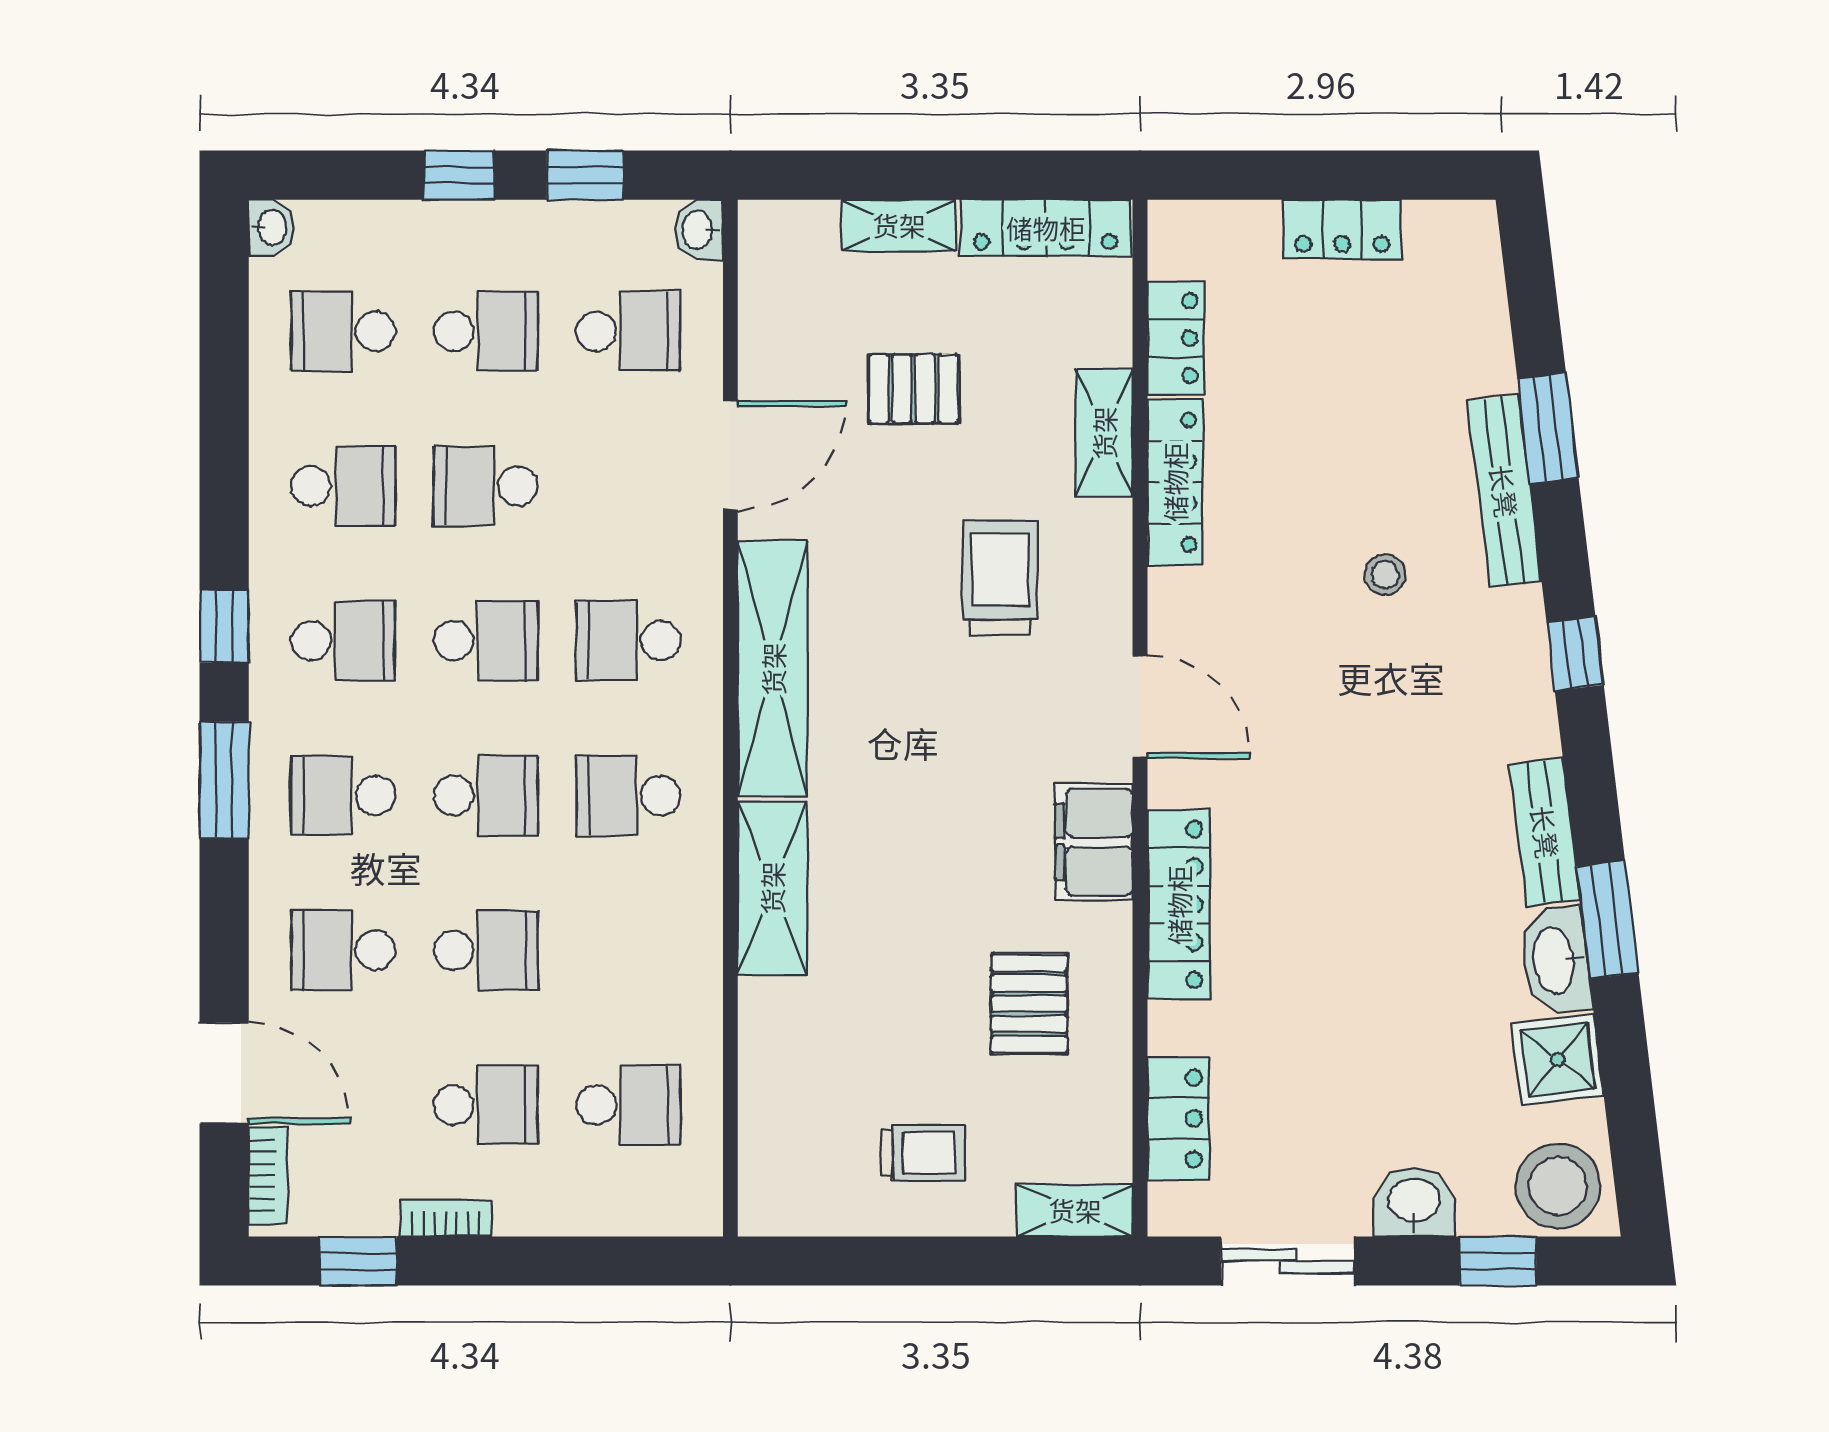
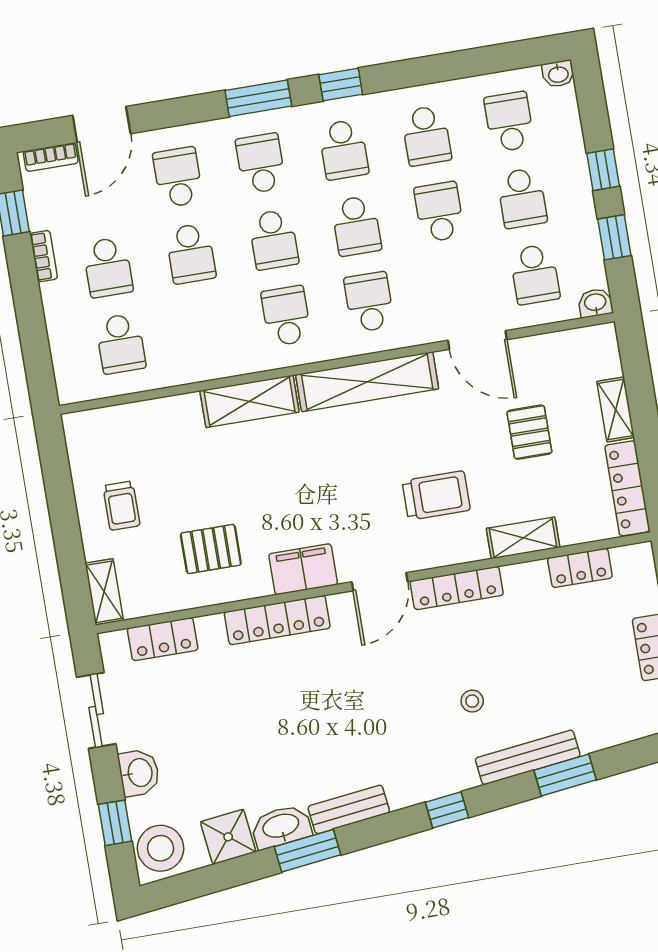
locker: (1175, 482) -> (457, 588), moved

